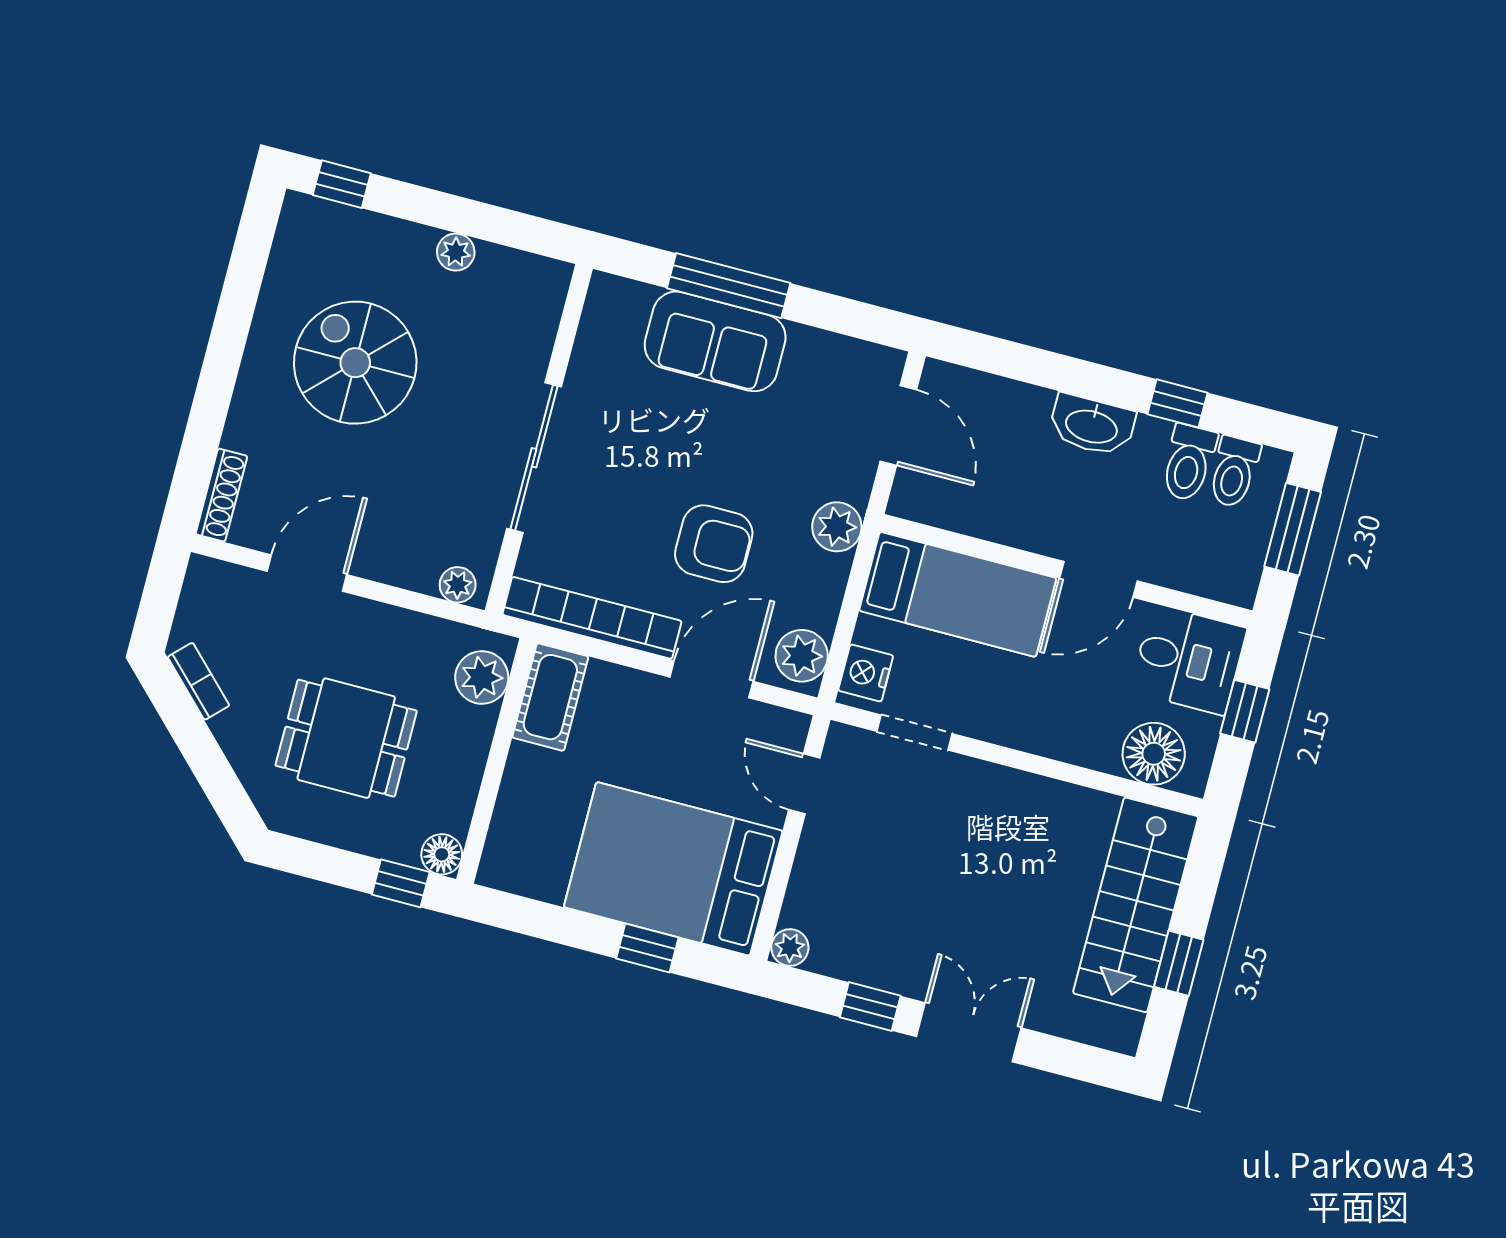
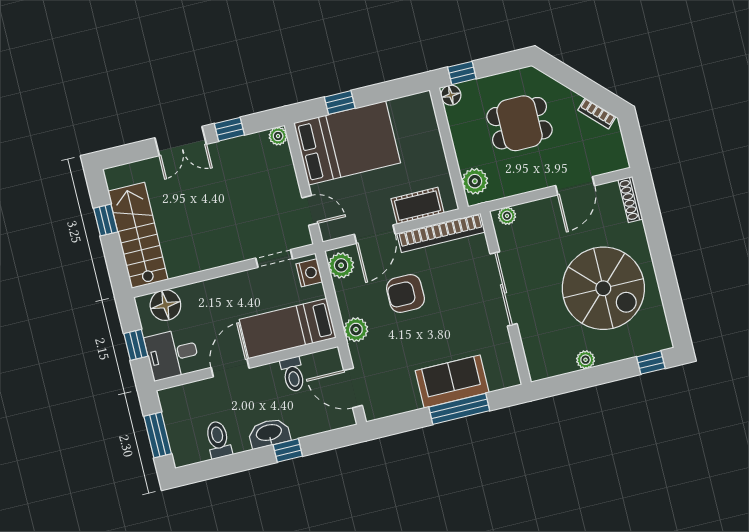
spiral stairs: (355, 363) -> (603, 288), width x1.37, depth x1.37
window: (1178, 403) -> (288, 450), moved
toilet: (1234, 472) -> (293, 374), moved, turned 180
cot: (550, 697) -> (418, 206), moved, turned 90

